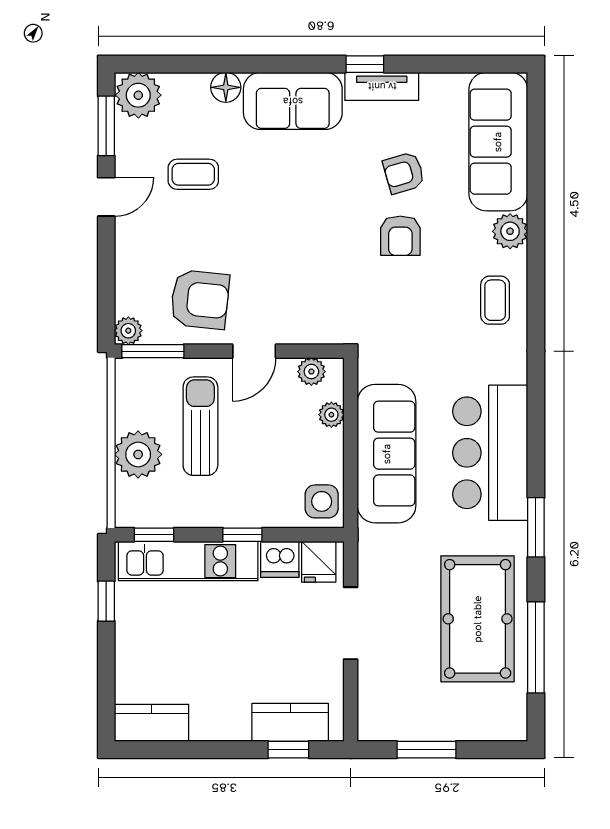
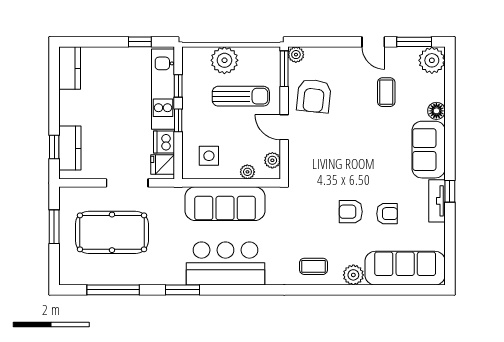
armchair: (404, 173) -> (387, 214), turned 106
side table: (322, 501) -> (209, 156), moved
window: (154, 535) -> (178, 86), moved
pool table: (478, 619) -> (112, 232), moved

